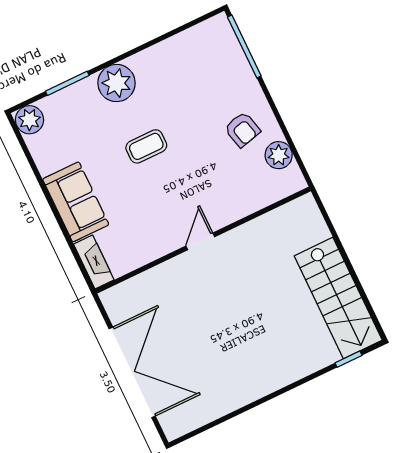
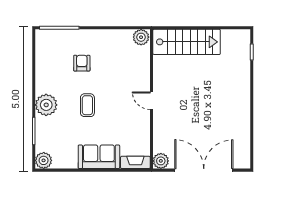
armchair: (242, 130) -> (82, 63), moved, turned -76
plant: (279, 155) -> (141, 37), moved
stairs: (338, 298) -> (187, 42), moved
plant: (115, 300) -> (161, 161), added

